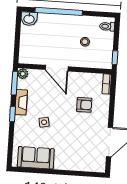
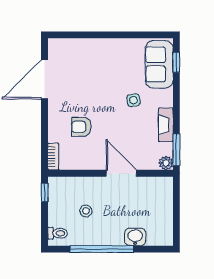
window: (59, 11) -> (102, 249), moved
washbasin: (29, 19) -> (135, 237), moved
window: (12, 114) -> (176, 62), moved
sofa: (36, 158) -> (159, 64), moved, turned 90

